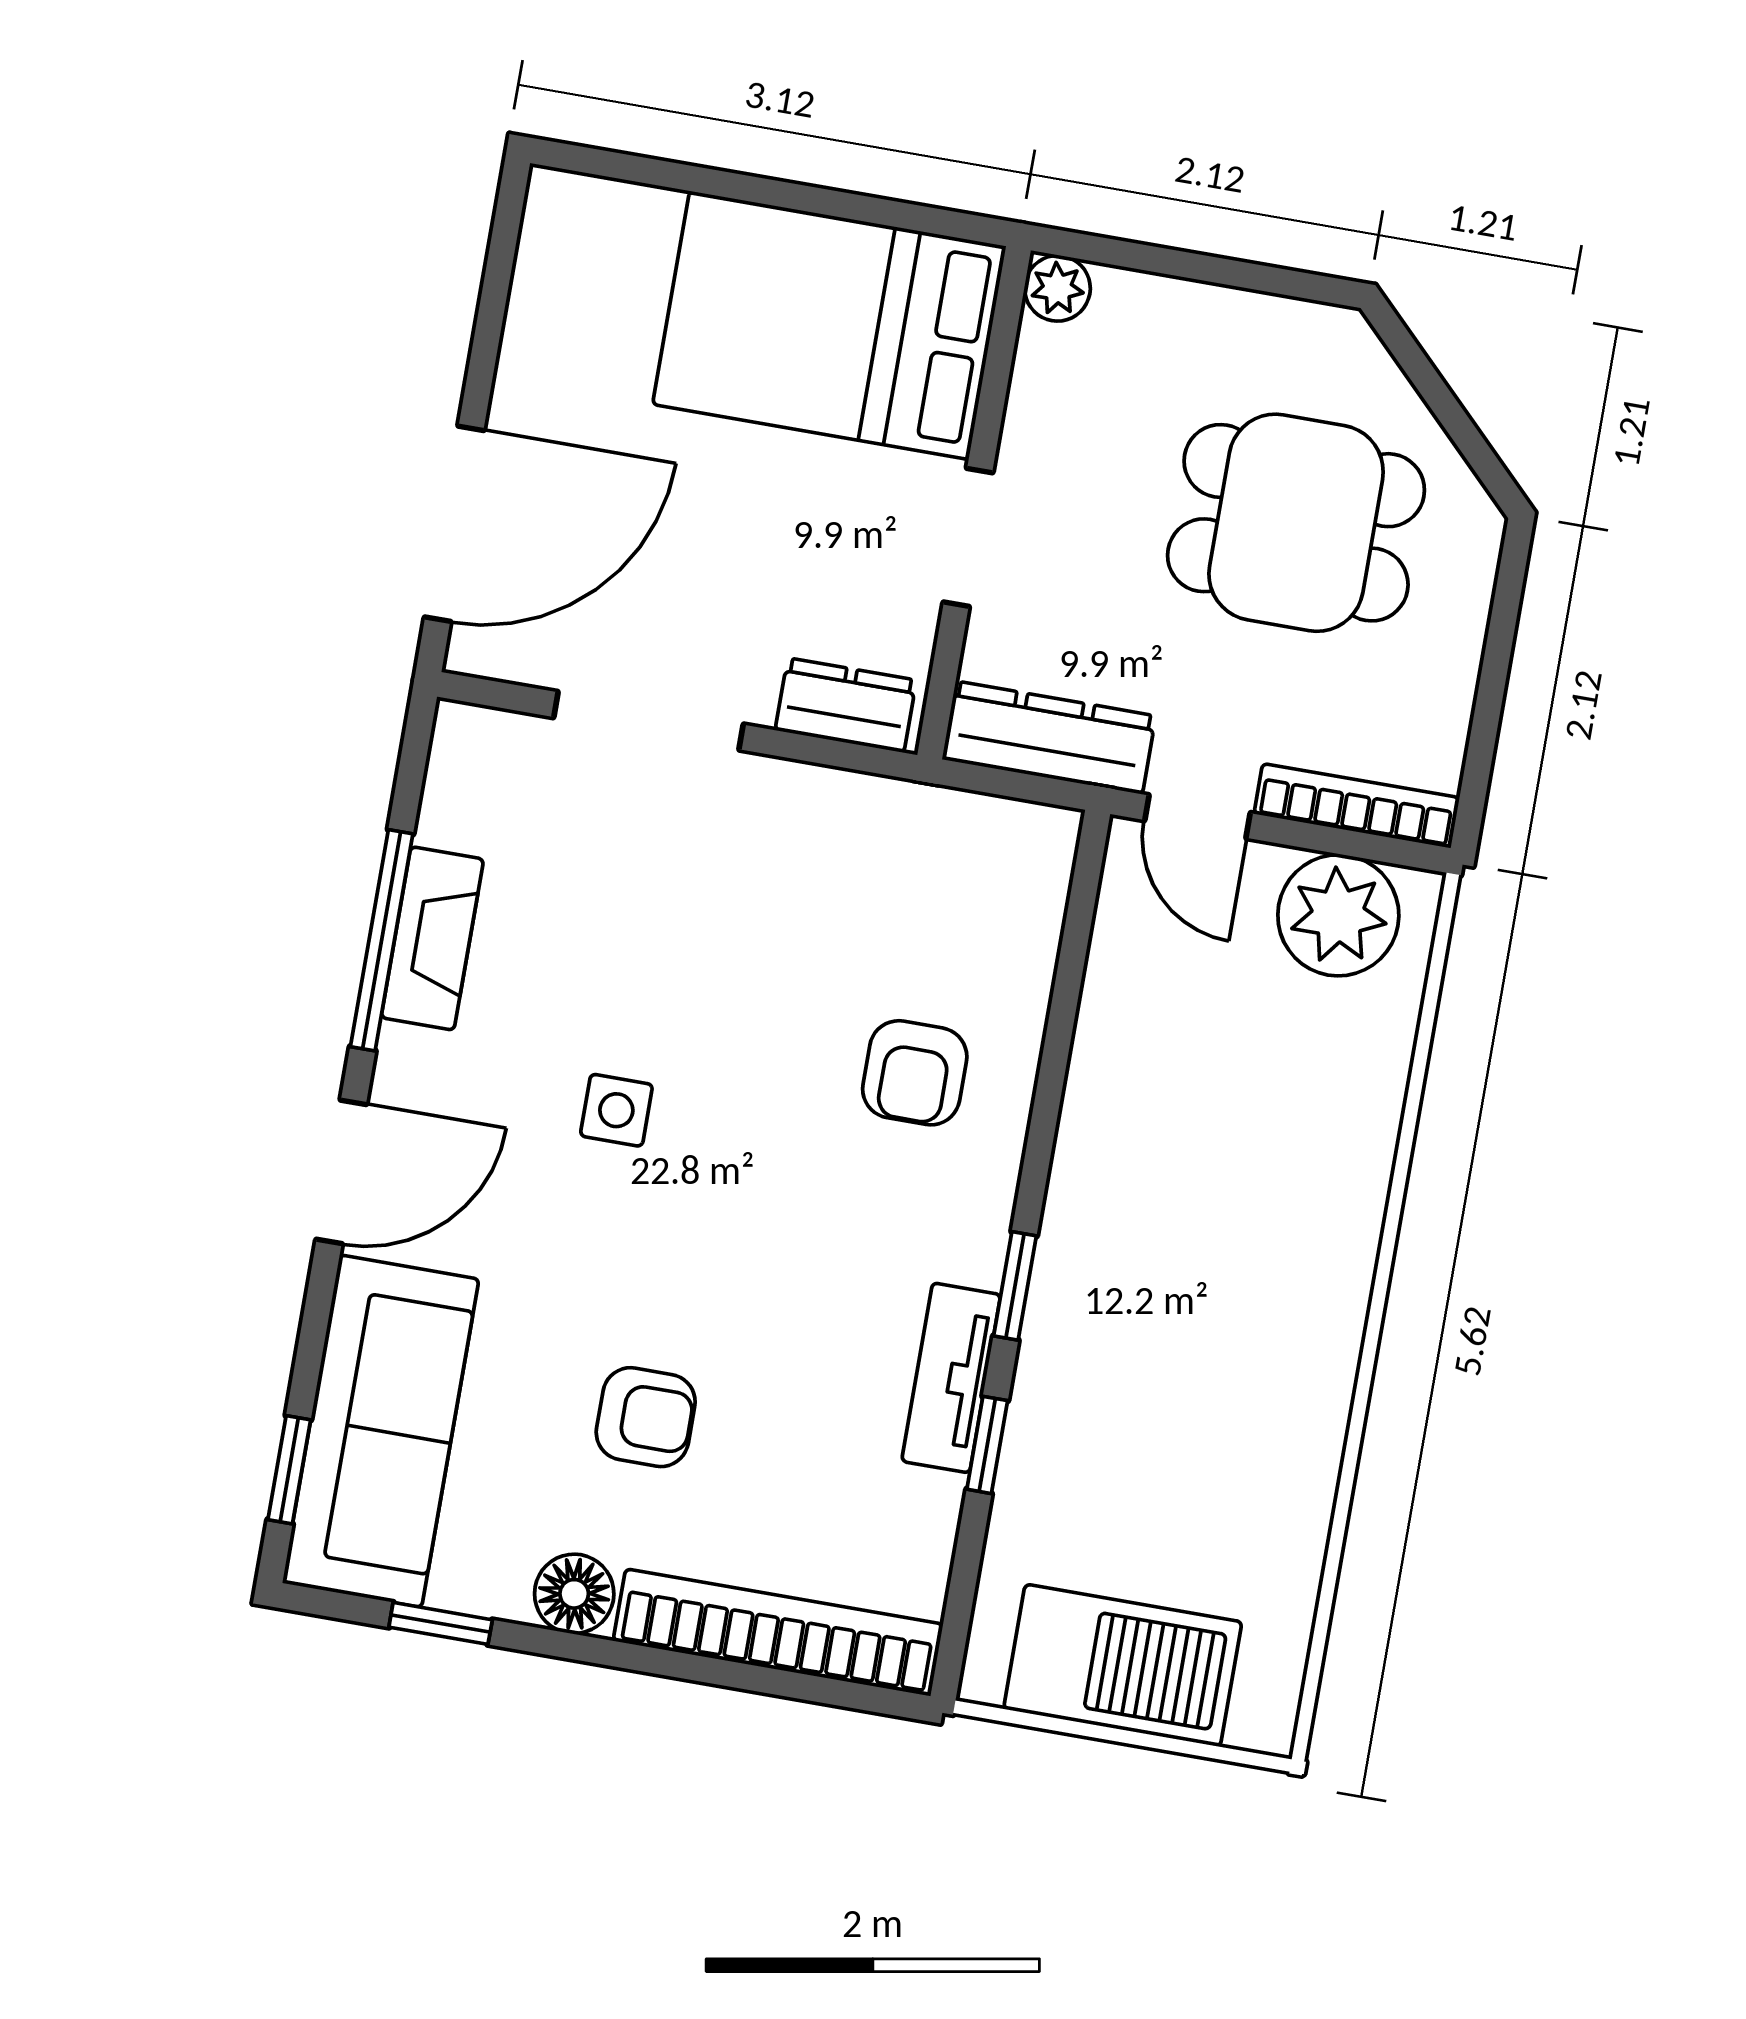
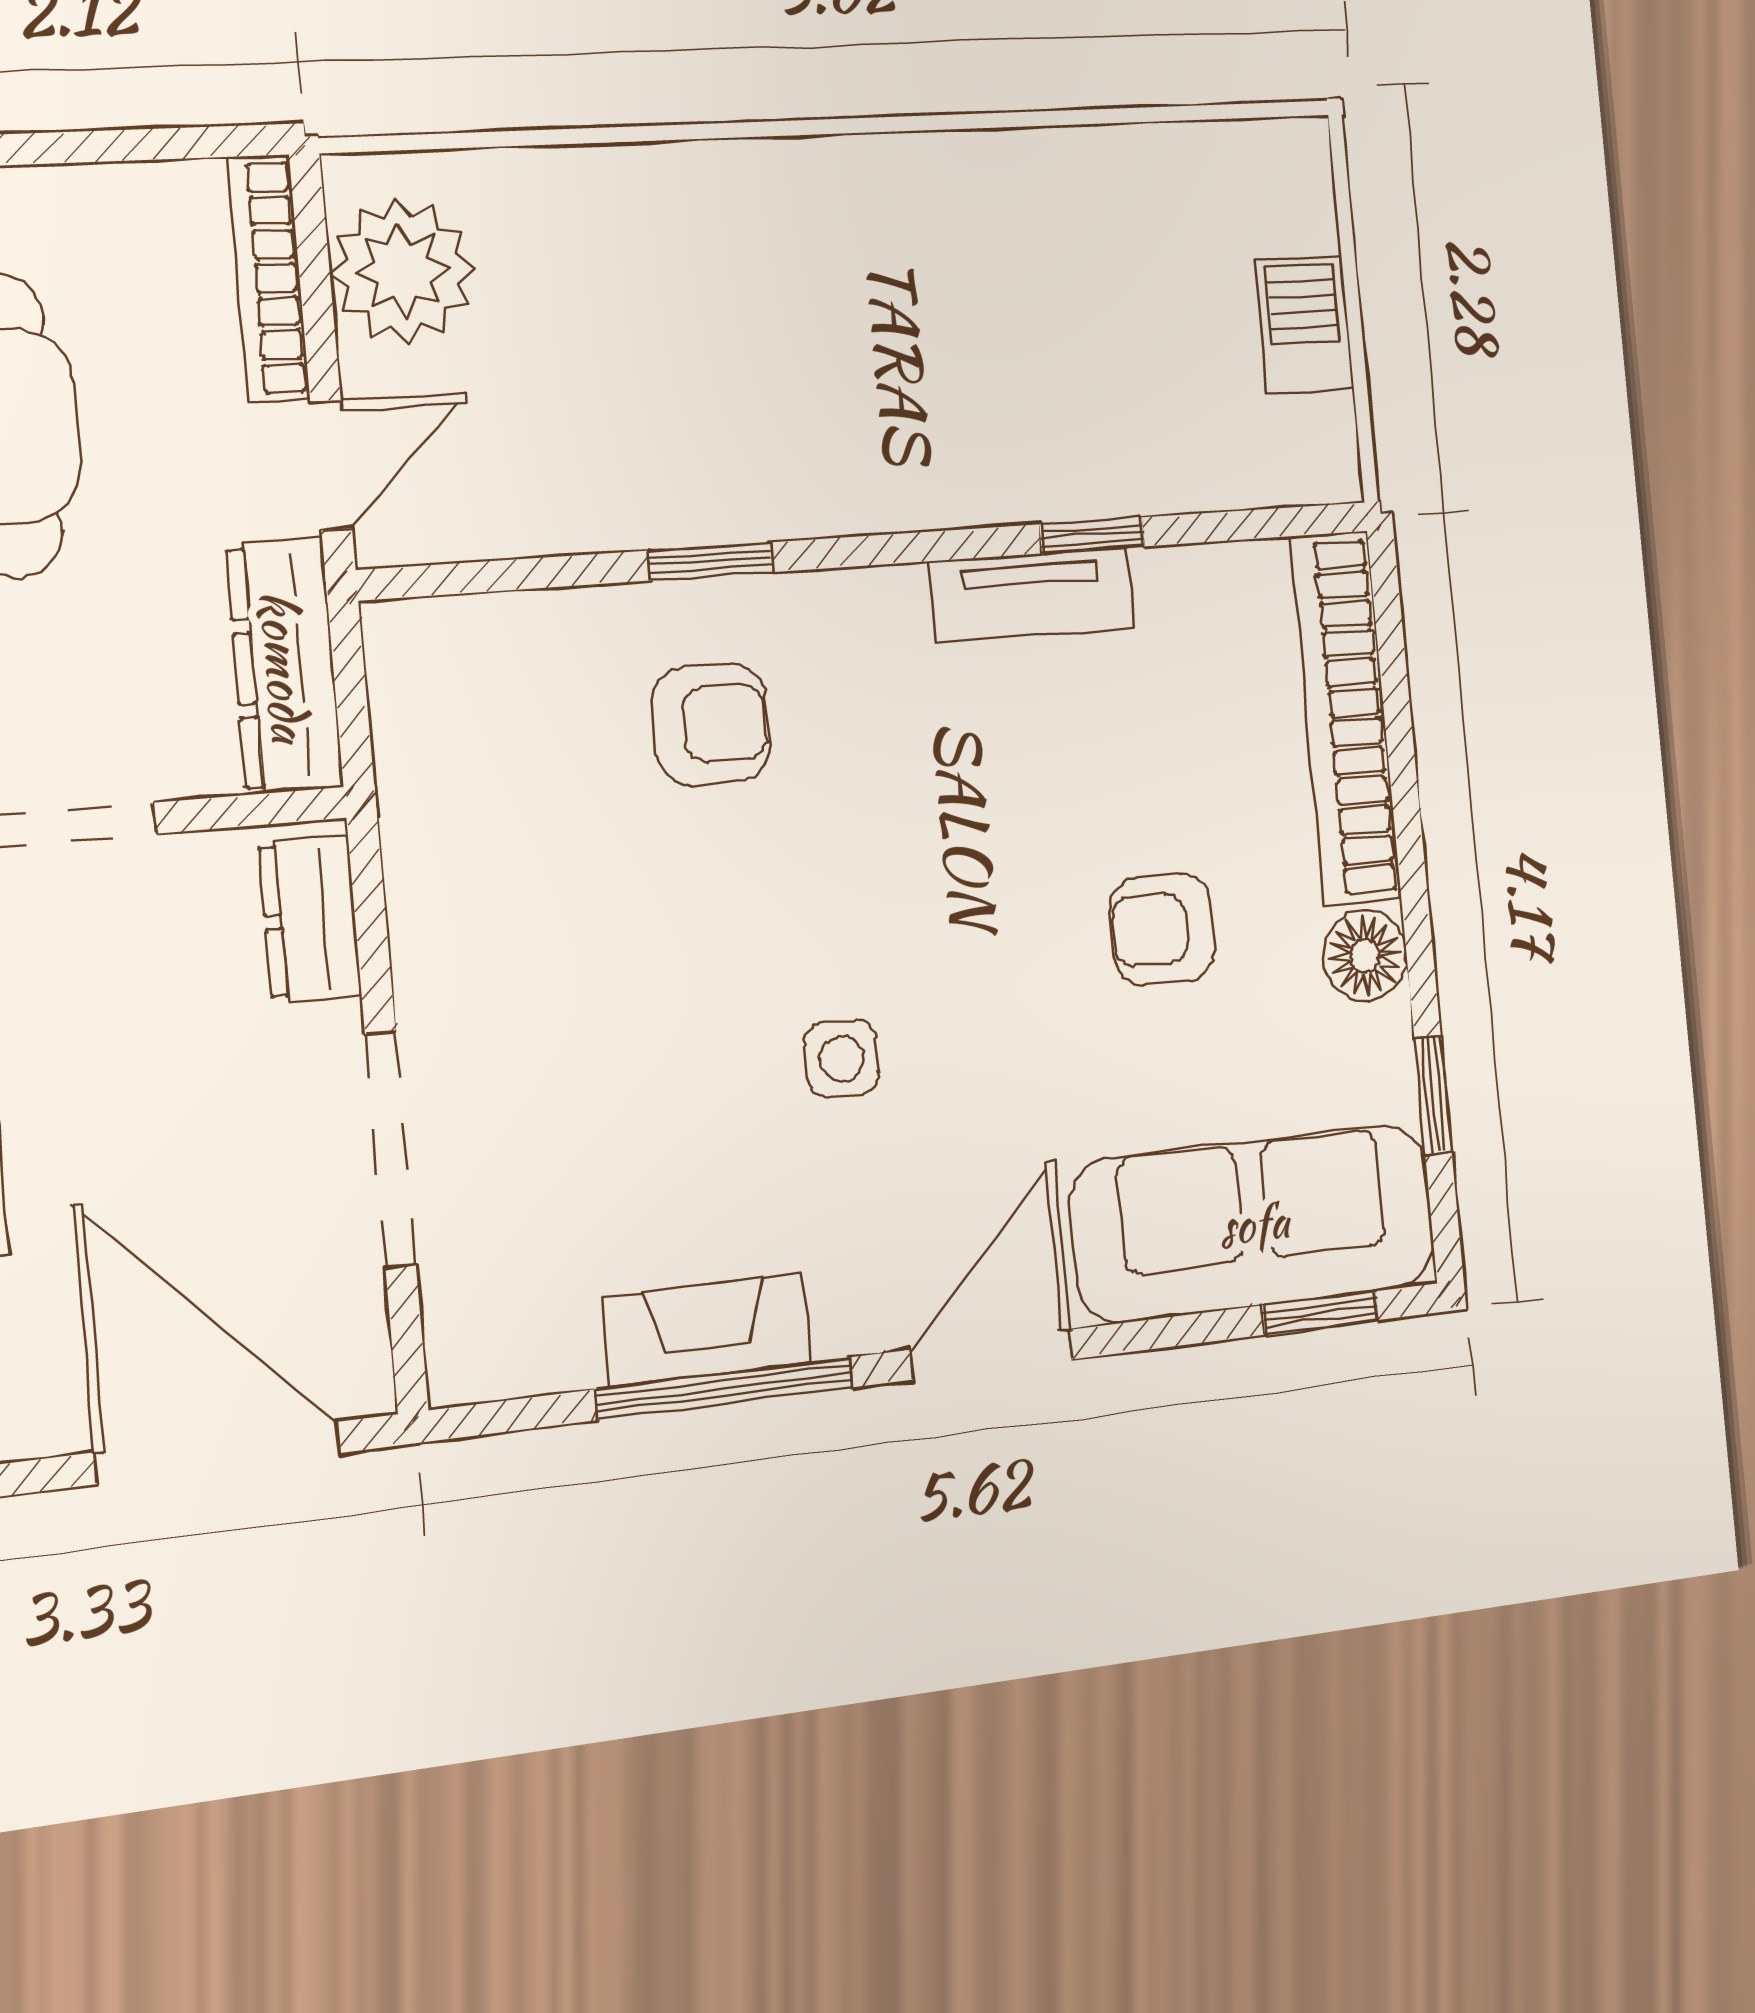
door: (341, 1172) -> (991, 1355), hinge flipped
window: (1015, 1286) -> (711, 561), moved
armchair: (646, 1417) -> (1162, 929), turned -90
barbecue: (1123, 1665) -> (1304, 324), width x0.53, depth x0.65

